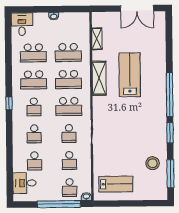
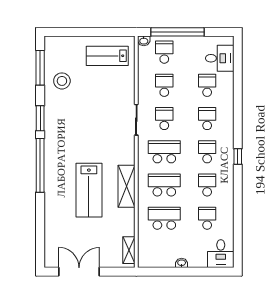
shelving: (97, 39) -> (129, 250), moved
school desk: (33, 53) -> (207, 218), width x0.54
school desk: (34, 80) -> (207, 185), width x0.54

